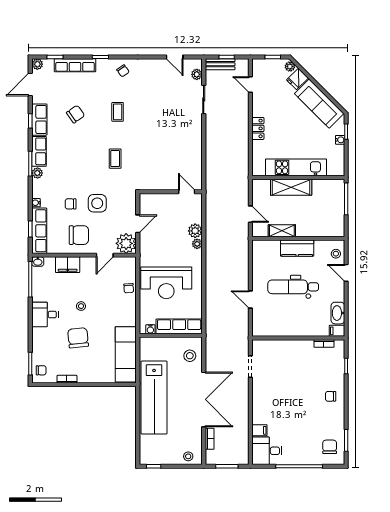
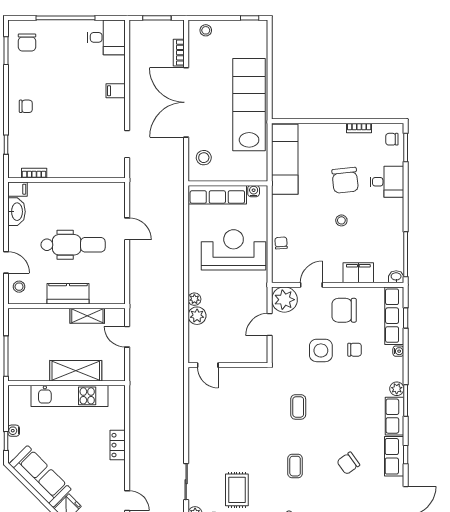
rug: (164, 93) -> (237, 490), added
desk: (45, 315) -> (387, 182), moved
filing cabinet: (259, 430) -> (116, 91), moved

